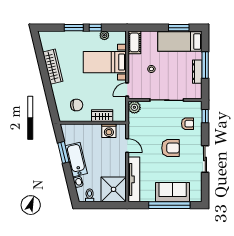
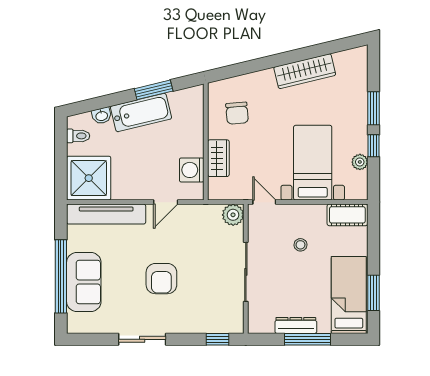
armchair: (188, 124) -> (204, 309), removed

